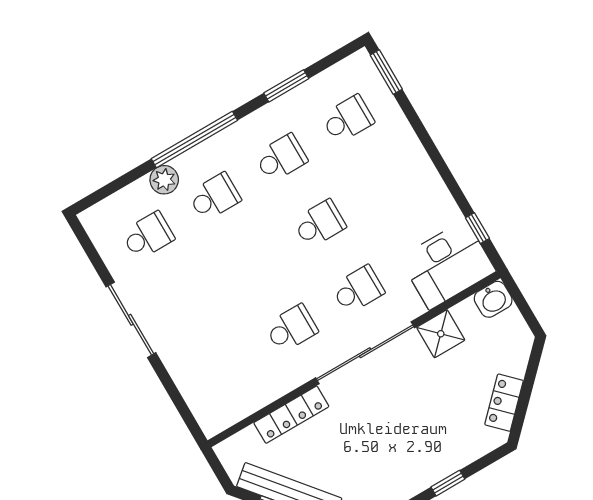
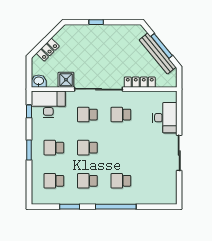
window: (386, 72) -> (29, 150), moved
plant: (164, 180) -> (136, 198), removed
school desk: (148, 236) -> (54, 148), moved
desk: (200, 373) -> (165, 118), added
locker: (504, 403) -> (48, 50), moved

